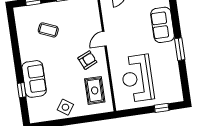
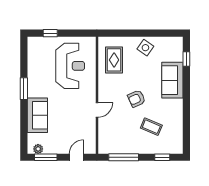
armchair: (87, 60) -> (137, 99), moved
window: (22, 90) -> (186, 59), moved

